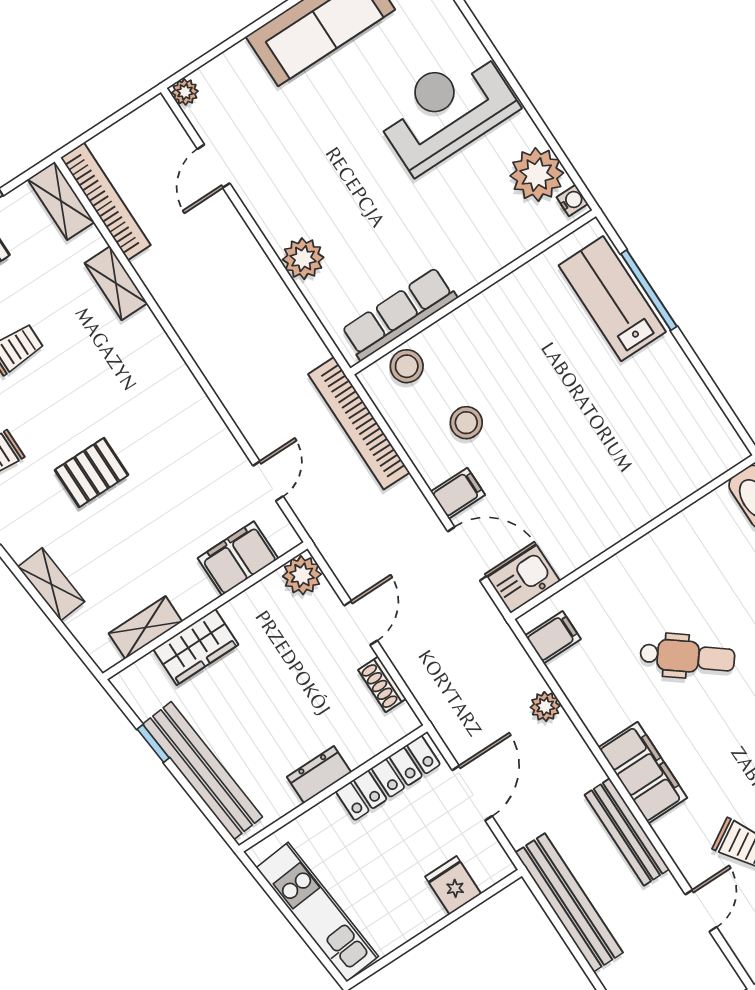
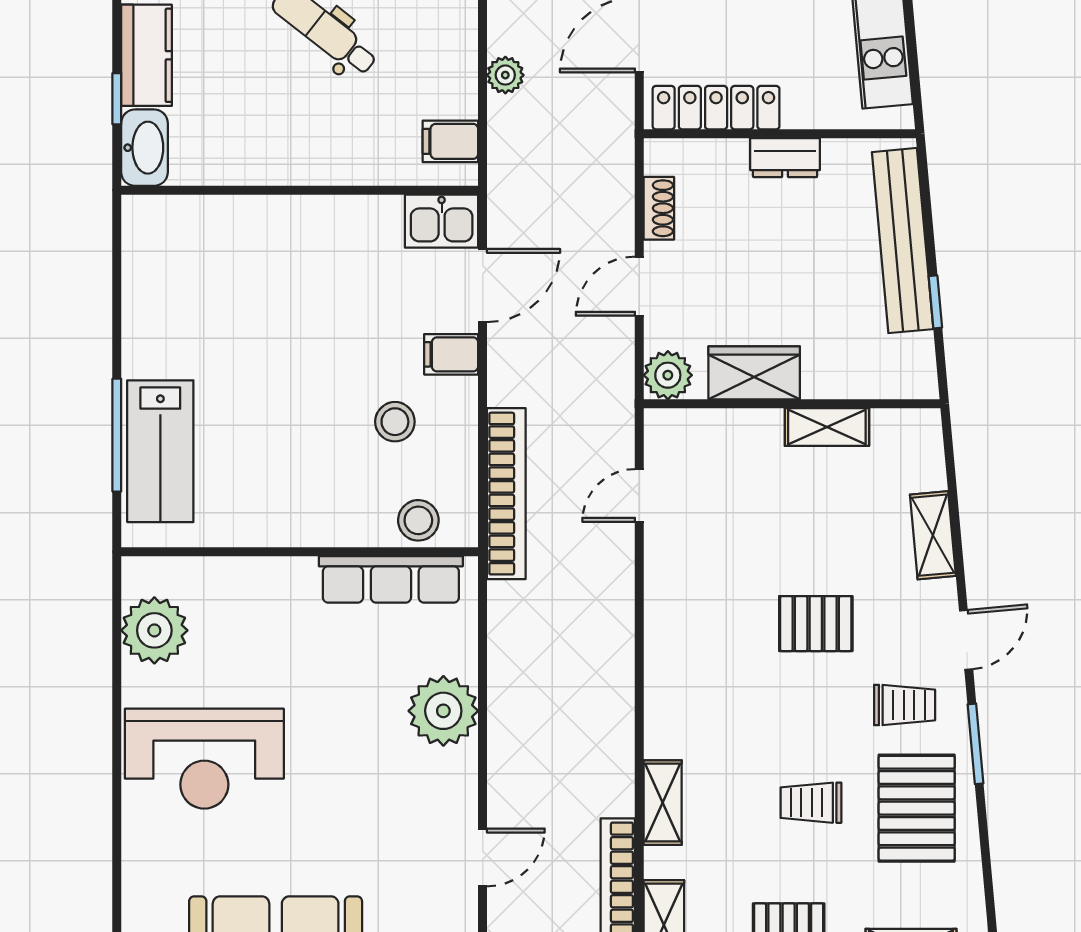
water cooler: (572, 201) -> (135, 580), removed
plant: (303, 259) -> (443, 711), width x1.36, depth x1.36
door: (467, 554) -> (483, 285), swing flipped
filing cabinet: (238, 558) -> (723, 436), removed
shelving: (145, 627) -> (827, 427), moved
wardrobe: (196, 647) -> (754, 373), moved

